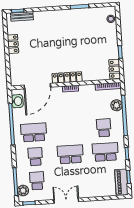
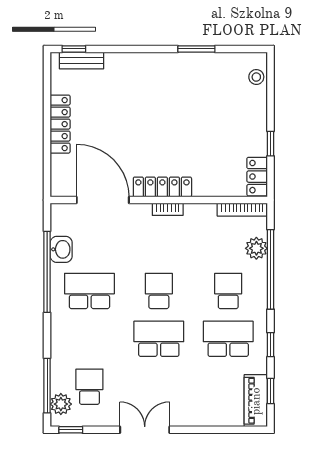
locker: (13, 44) -> (60, 124), width x1.53
door: (37, 86) -> (103, 200), swing flipped
washbasin: (17, 101) -> (61, 249), moved
school desk: (35, 157) -> (159, 291), moved

